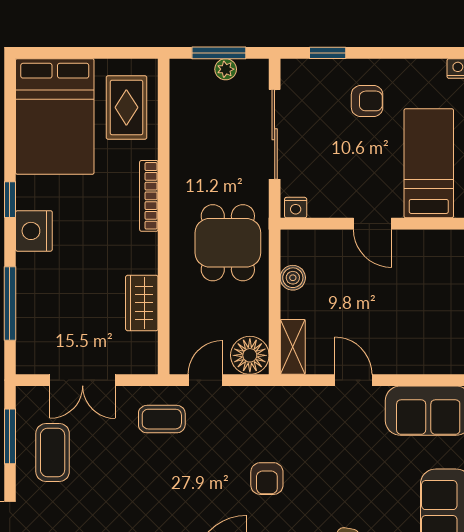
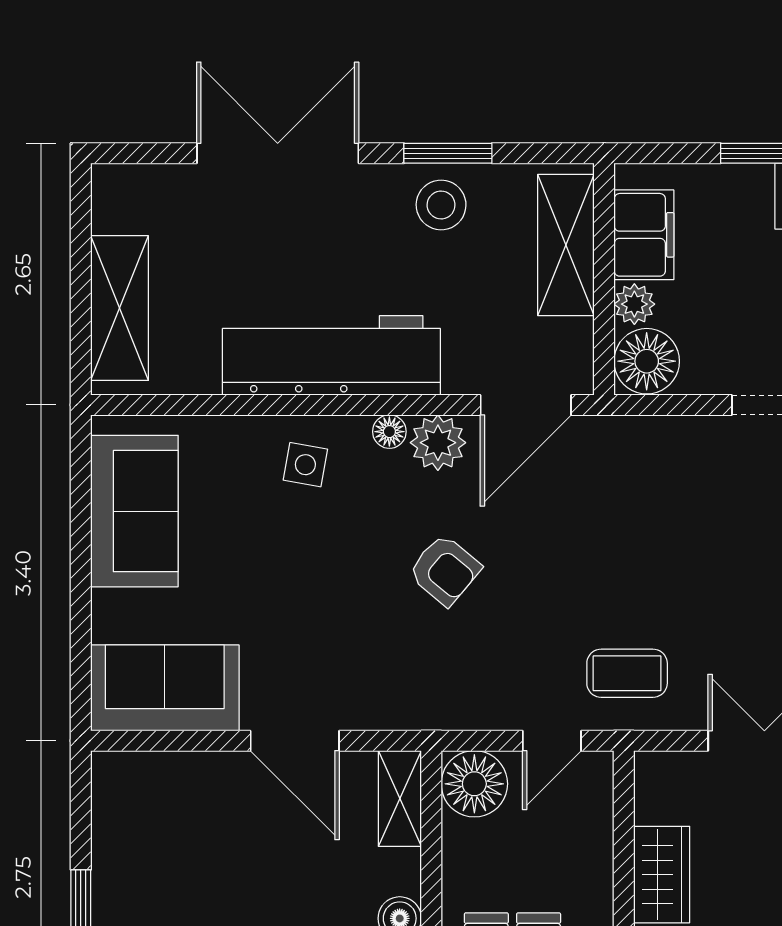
door: (353, 380) -> (295, 741), width x1.38
armchair: (267, 479) -> (445, 570), turned 130

